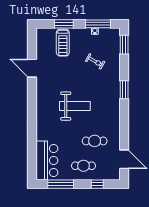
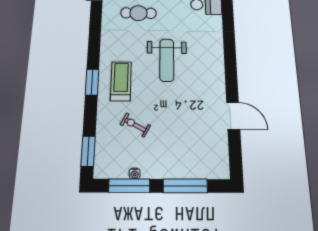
window: (64, 24) -> (185, 186), width x1.44
treadmill: (63, 43) -> (121, 81), moved
weight bench: (75, 106) -> (167, 60), turned -90

